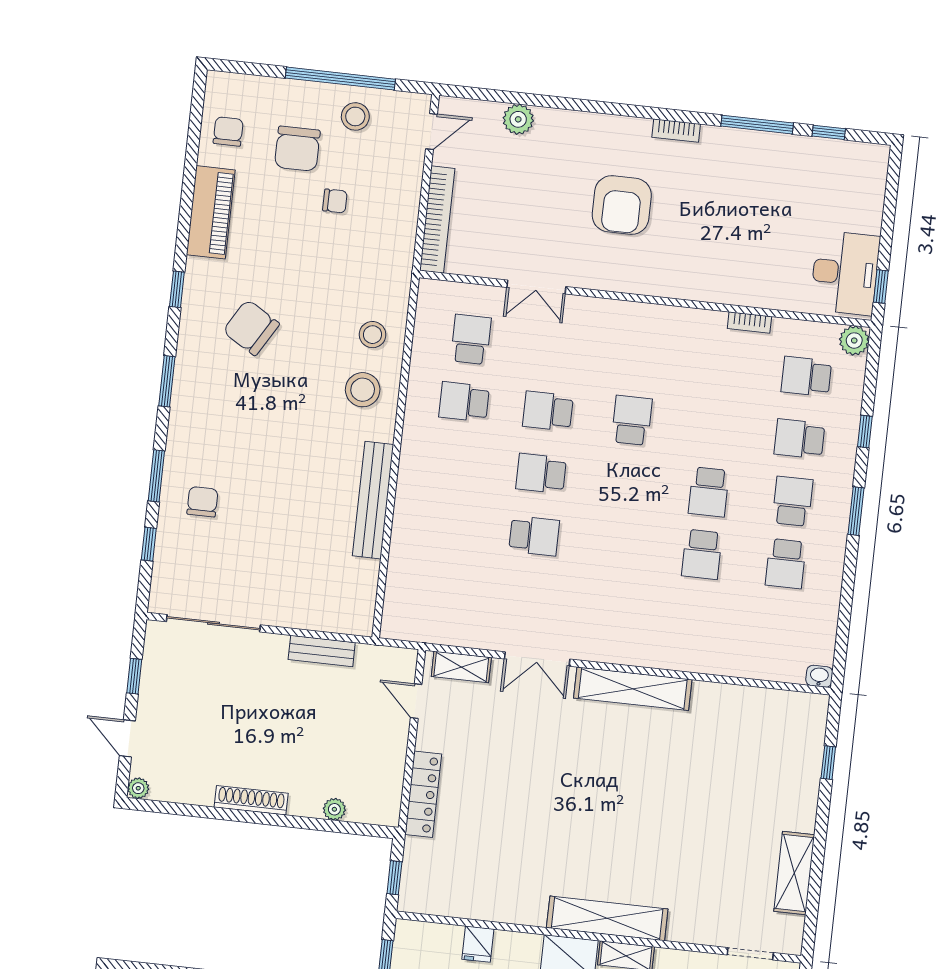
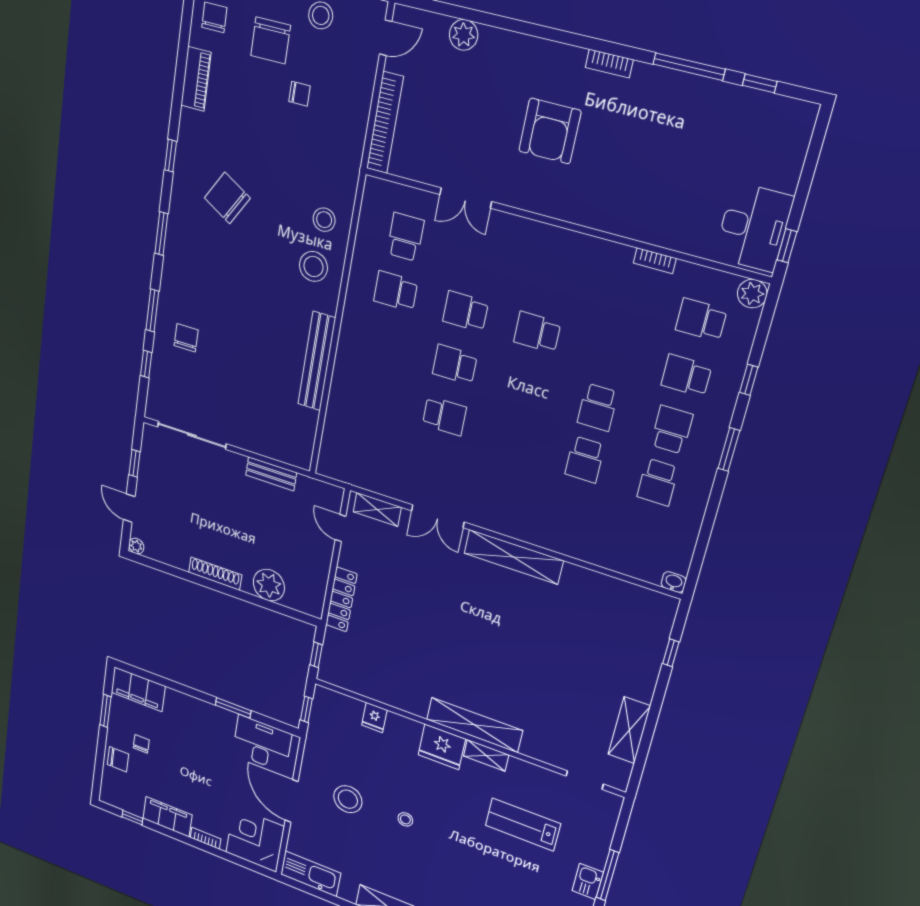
piano: (211, 212) -> (196, 79), width x0.73, depth x0.75
school desk: (632, 420) -> (537, 332), turned -90
plant: (334, 809) -> (269, 585), width x1.87, depth x1.87

